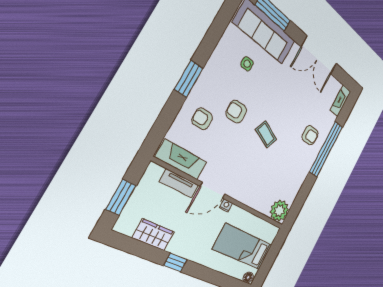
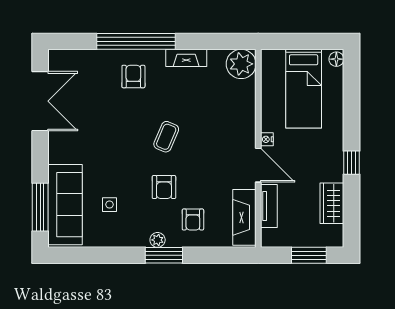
double door: (319, 55) -> (40, 101), moved
plant: (203, 82) -> (158, 240), added
fireplace: (340, 101) -> (186, 58), moved

